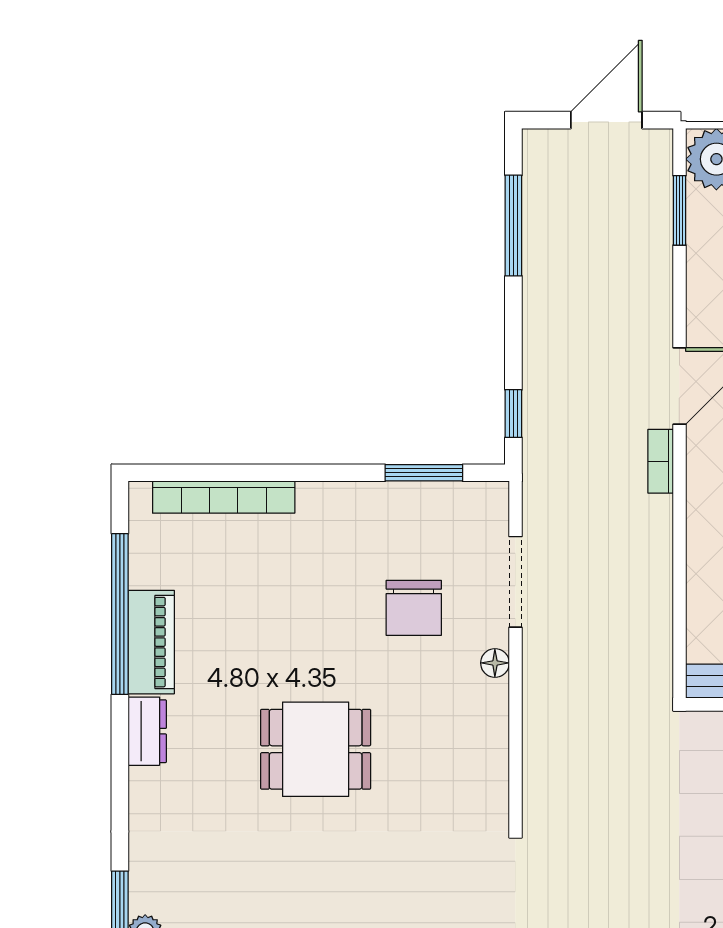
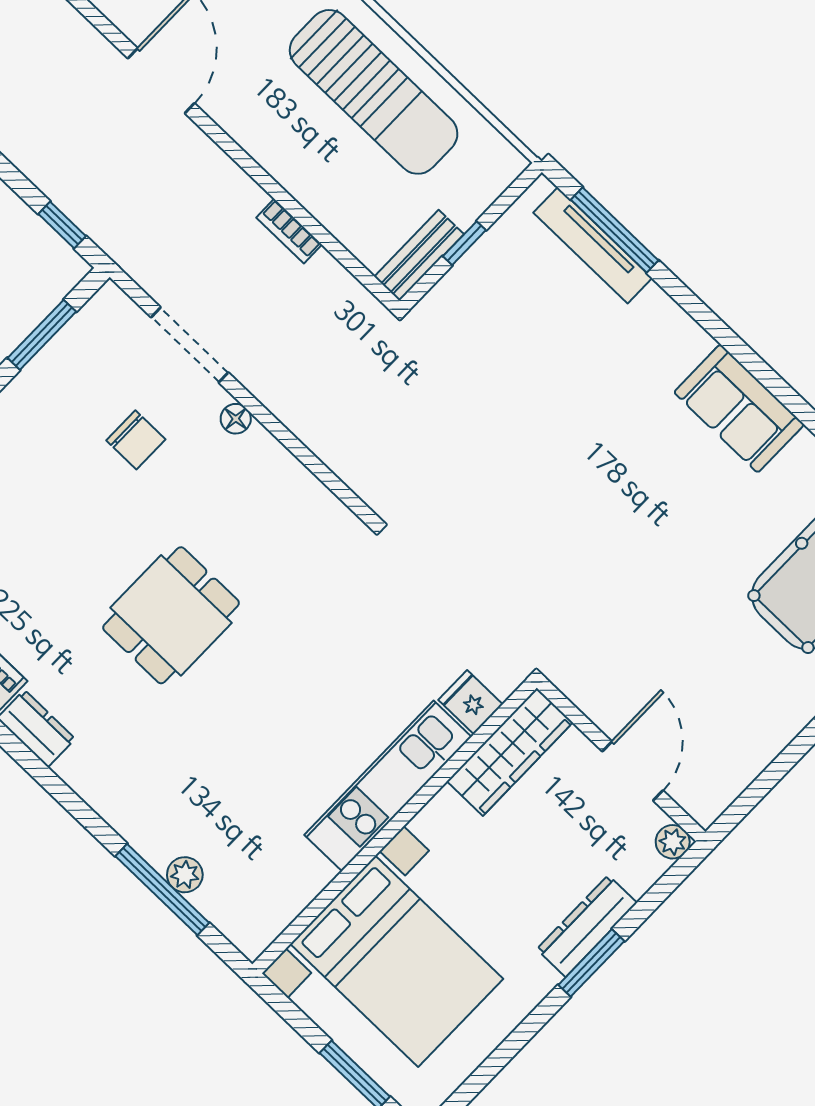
bookcase: (661, 461) -> (289, 231), moved
chair: (414, 608) -> (136, 440), width x0.73, depth x0.73

